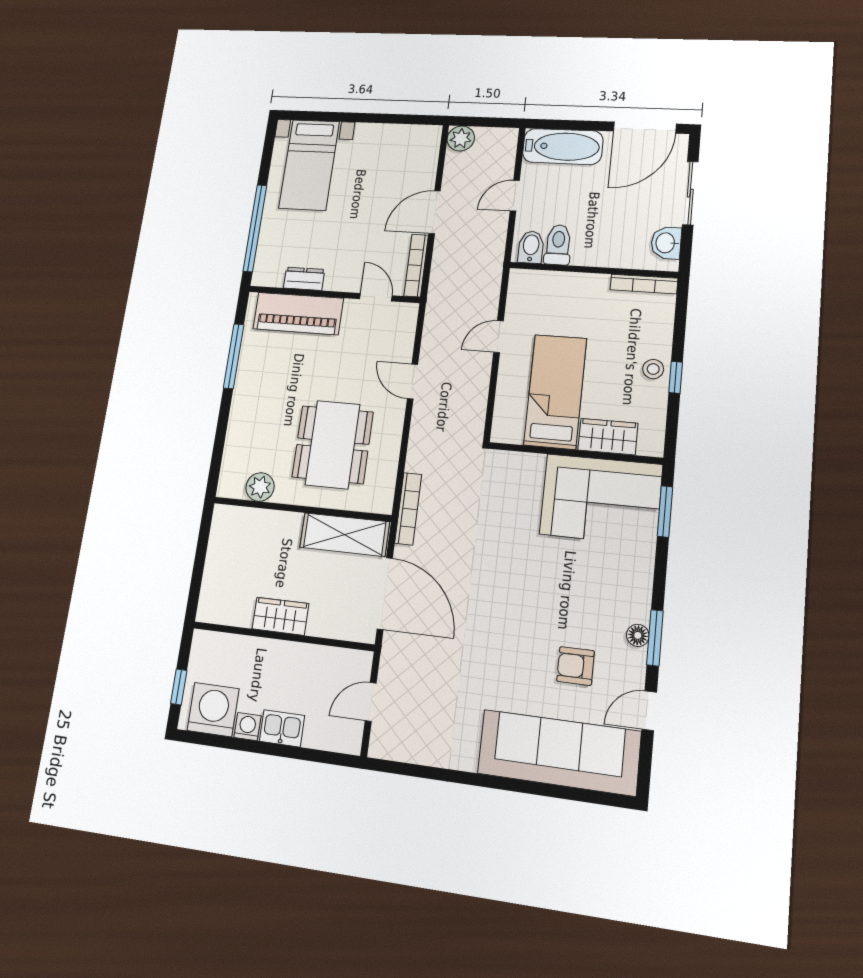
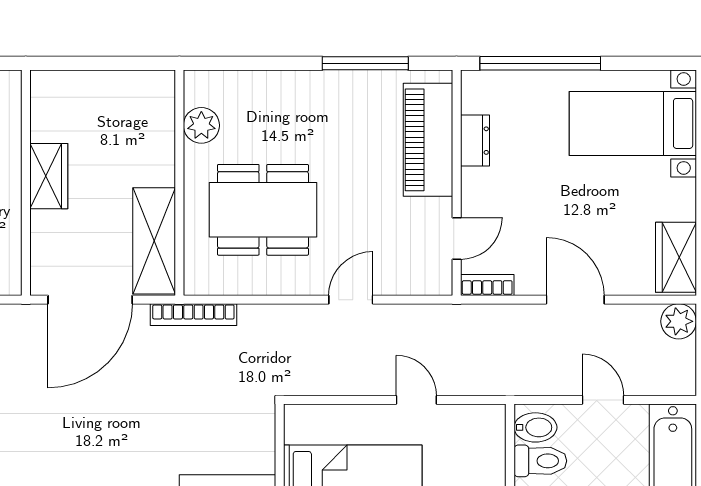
wardrobe: (412, 139) -> (676, 257), added
bookcase: (416, 265) -> (487, 285), width x0.64

